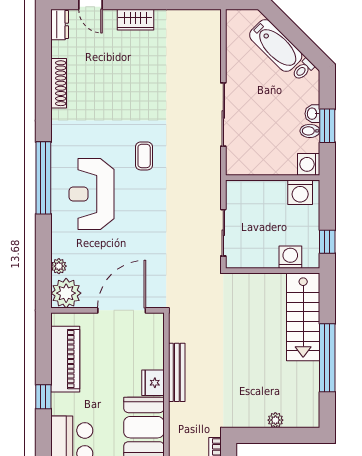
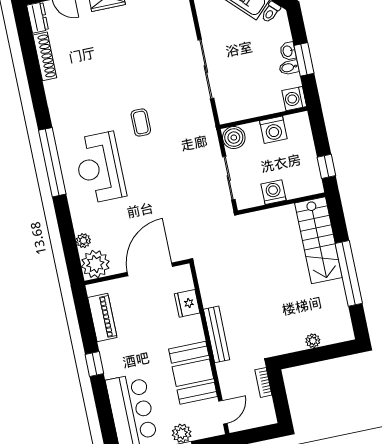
shoe rack: (59, 83) -> (45, 56), moved
boiler: (237, 192) -> (234, 138), added
washing machine: (300, 192) -> (273, 130), moved
washing machine: (290, 257) -> (273, 192), moved
piano: (65, 359) -> (102, 318), width x0.73, depth x0.75
bench: (177, 372) -> (217, 334), moved
fridge: (153, 383) -> (187, 303), moved

